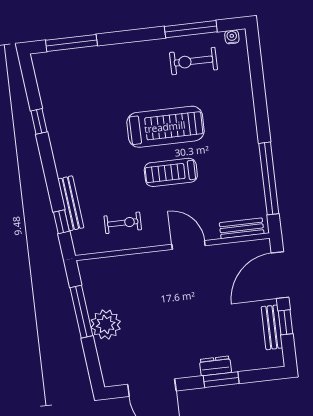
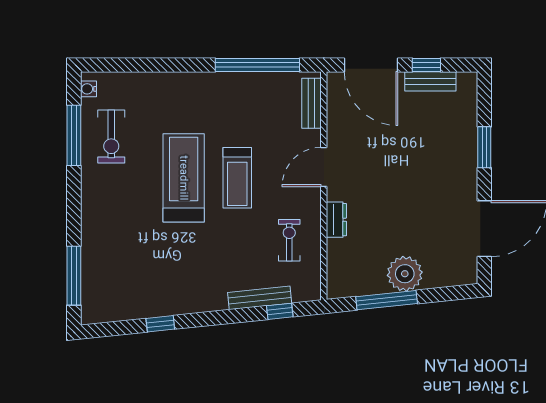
dresser: (215, 366) -> (336, 220), moved, turned 180

